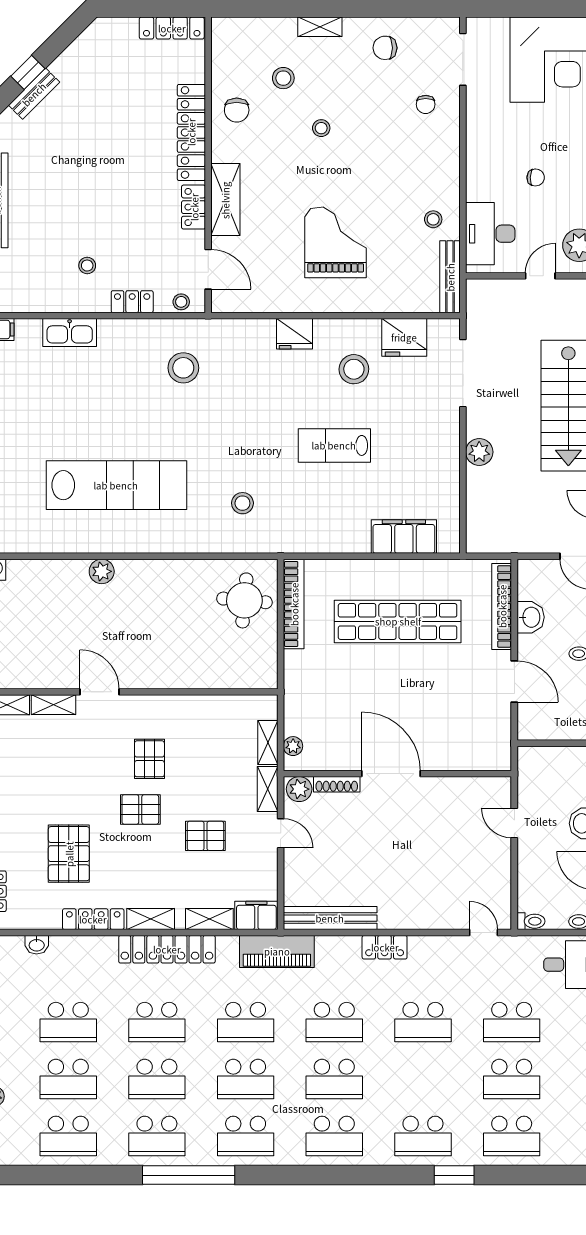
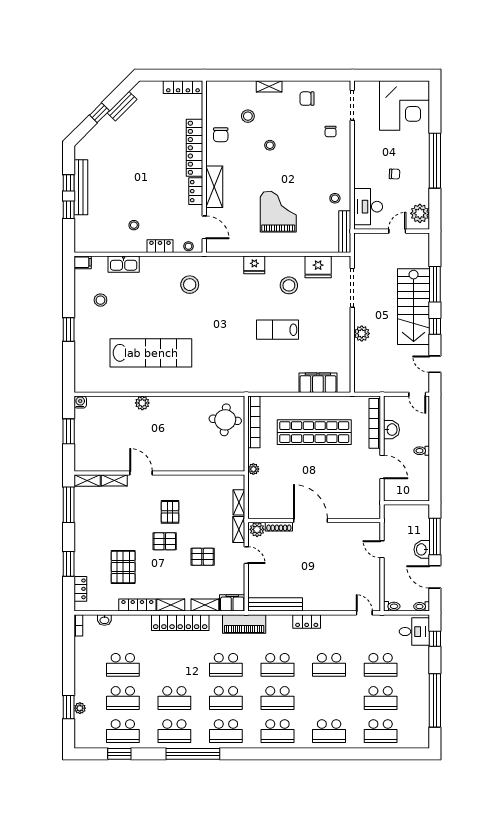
bench: (34, 94) -> (122, 106), moved
stool: (242, 503) -> (100, 300), moved
plant: (293, 746) -> (253, 469), moved
school desk: (157, 1022) -> (174, 665), removed
window: (454, 1175) -> (119, 754), moved

